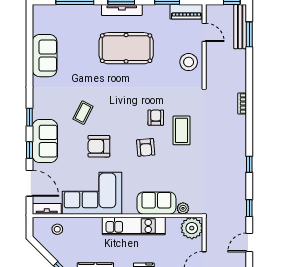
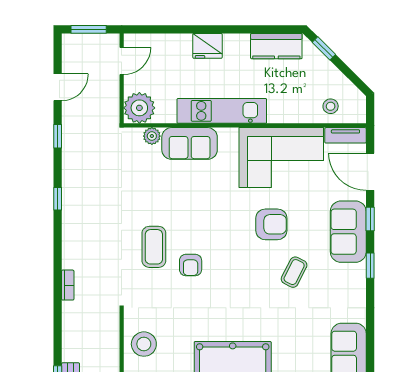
armchair: (146, 147) -> (205, 223), removed

